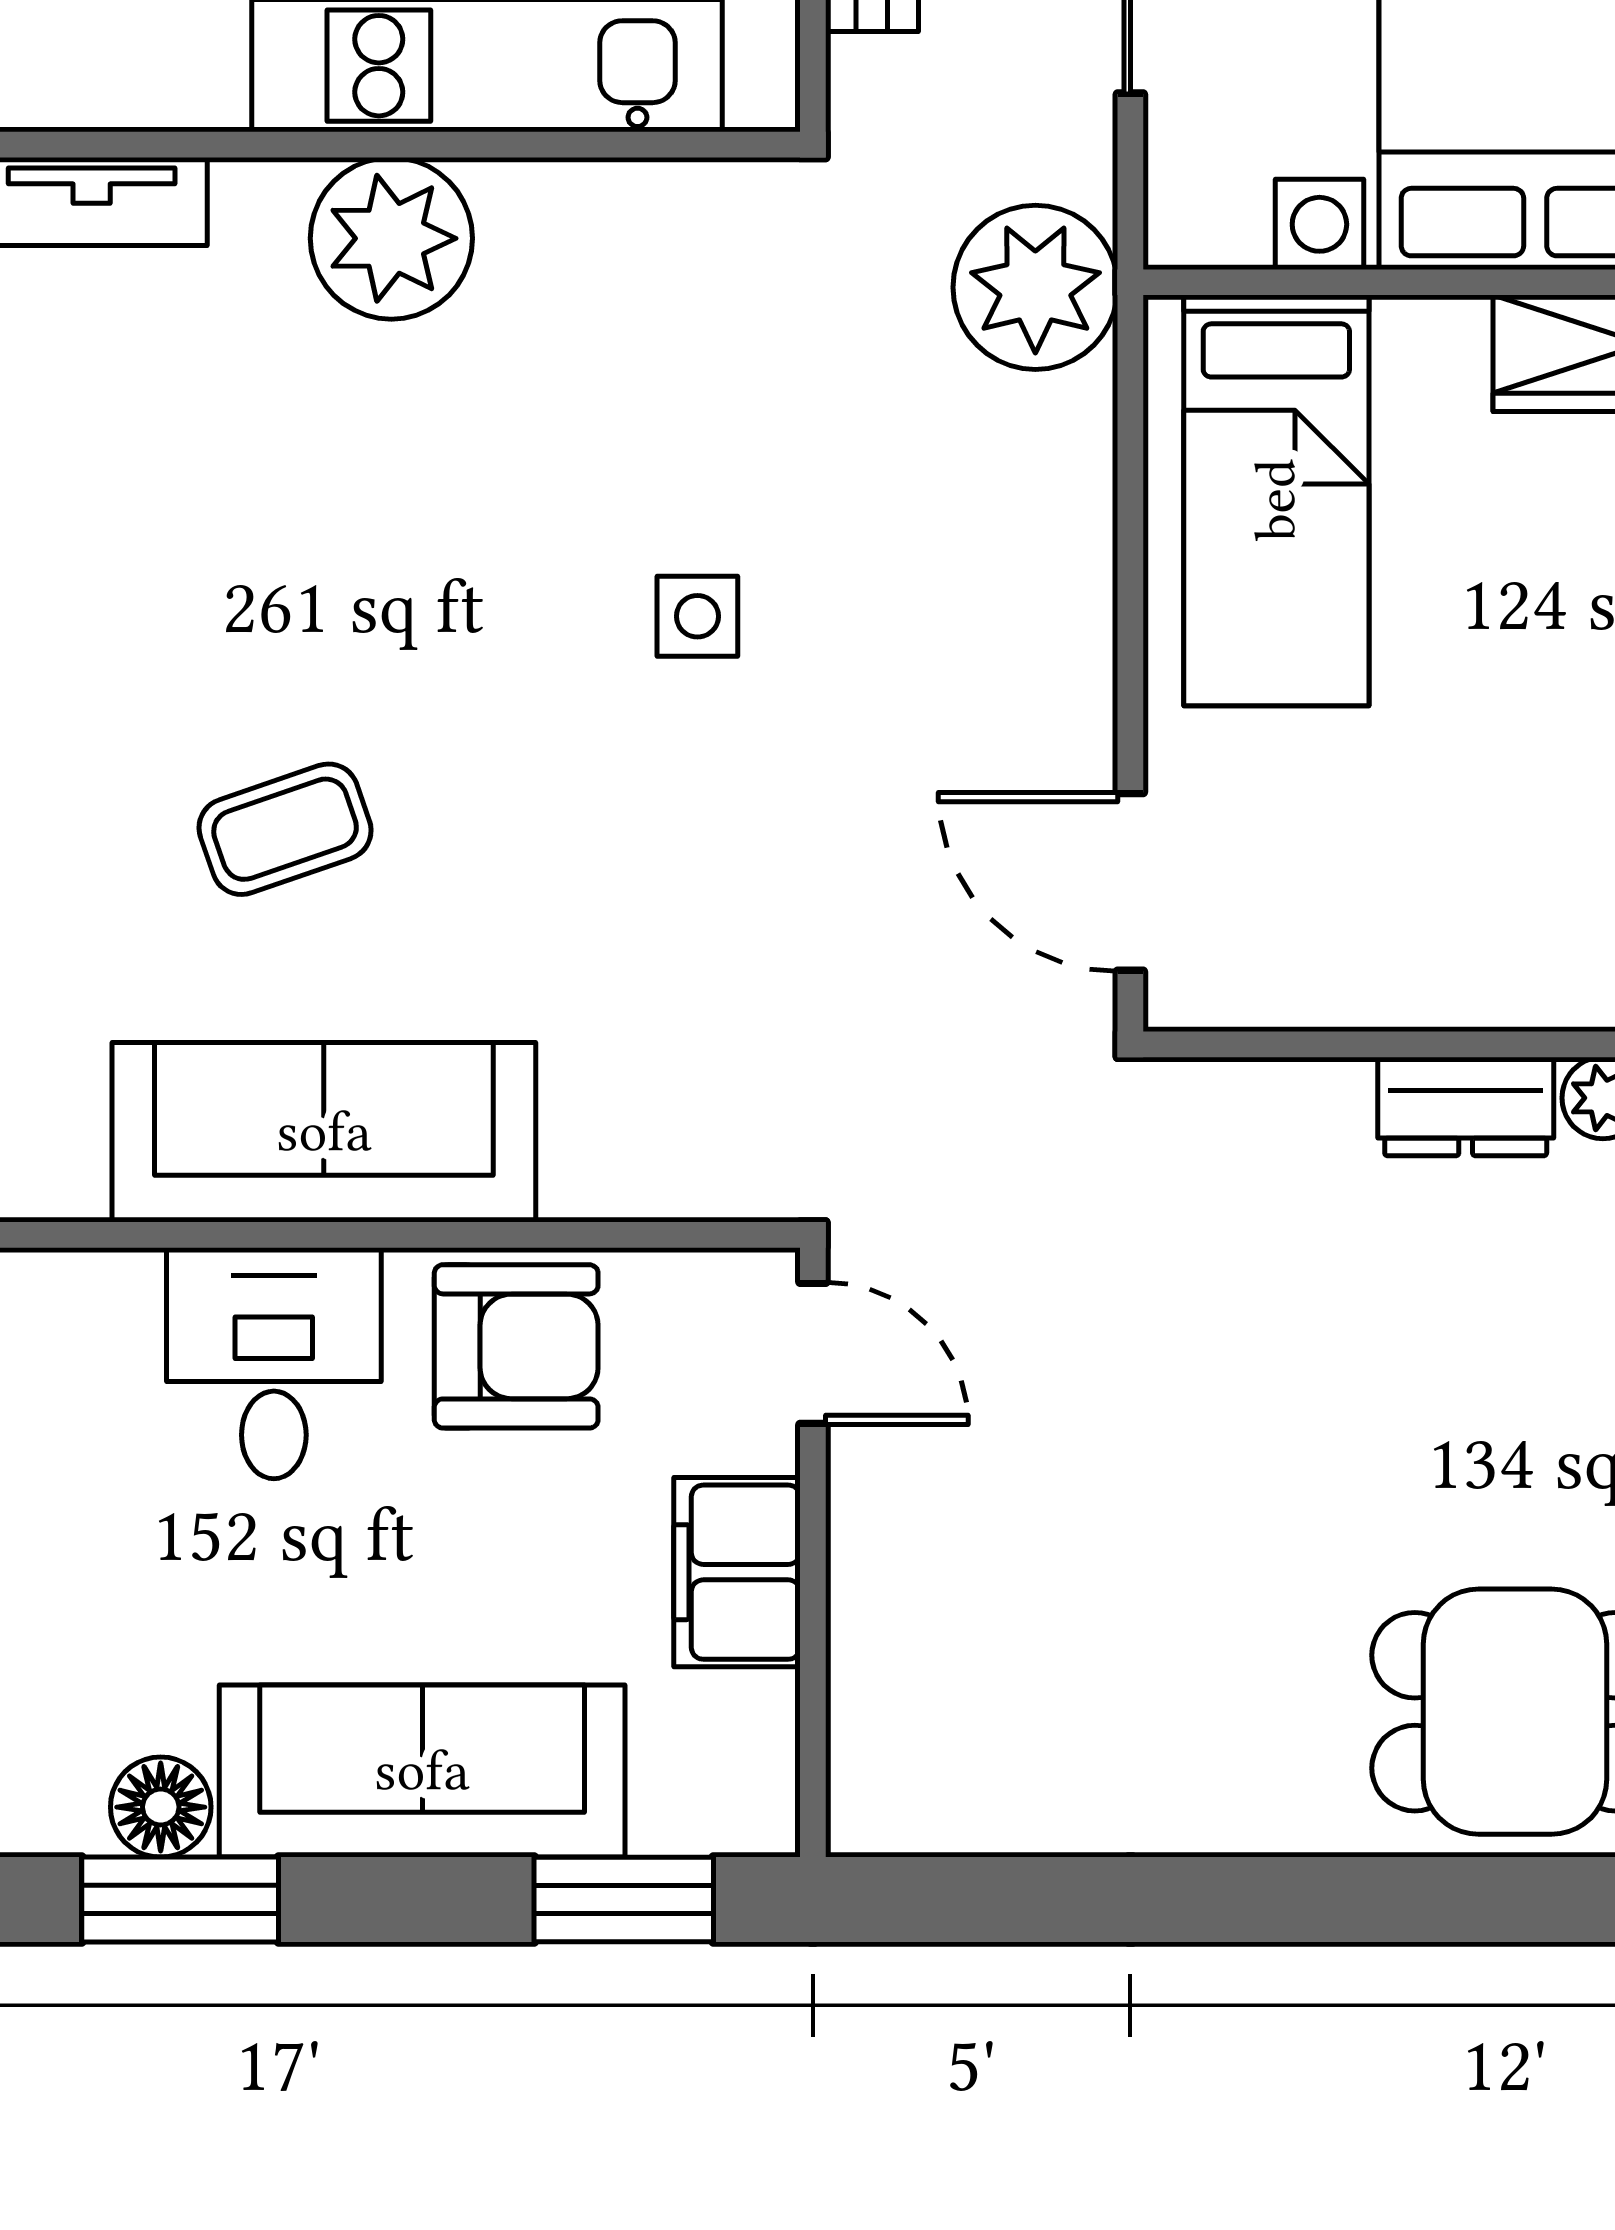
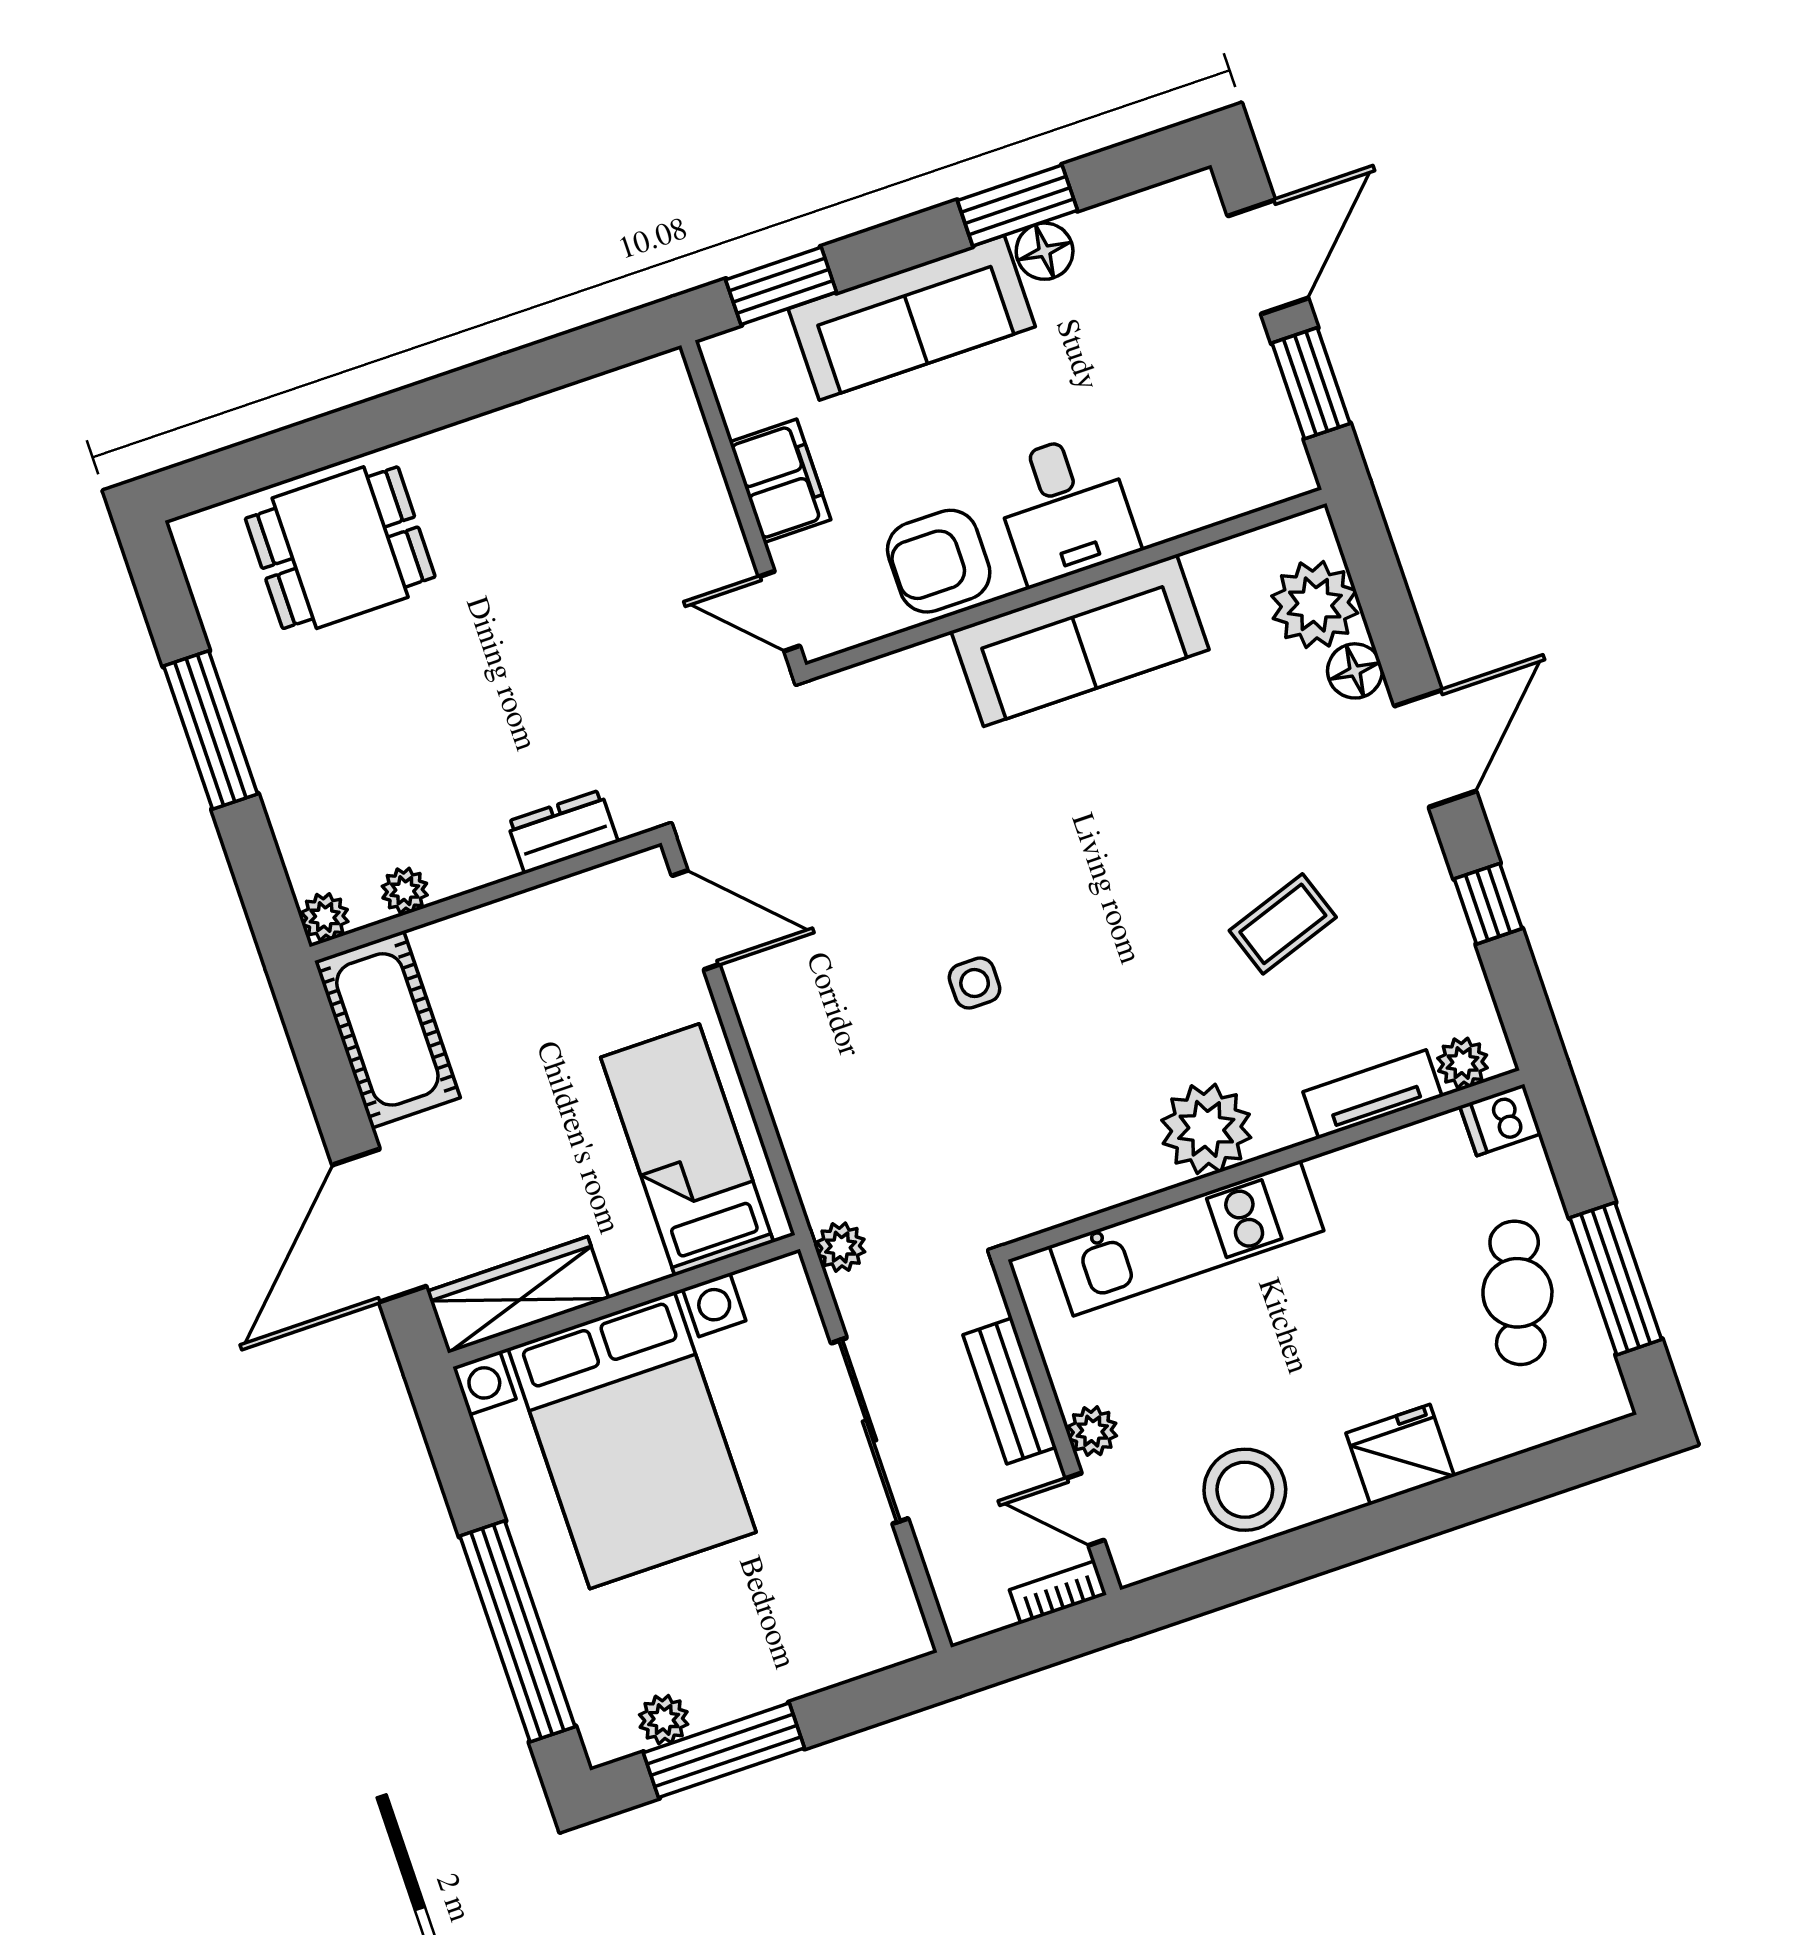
plant: (1035, 287) -> (841, 1247), width x0.53, depth x0.53
coffee table: (285, 829) -> (1283, 924), moved
dresser: (1466, 1106) -> (563, 832), moved

